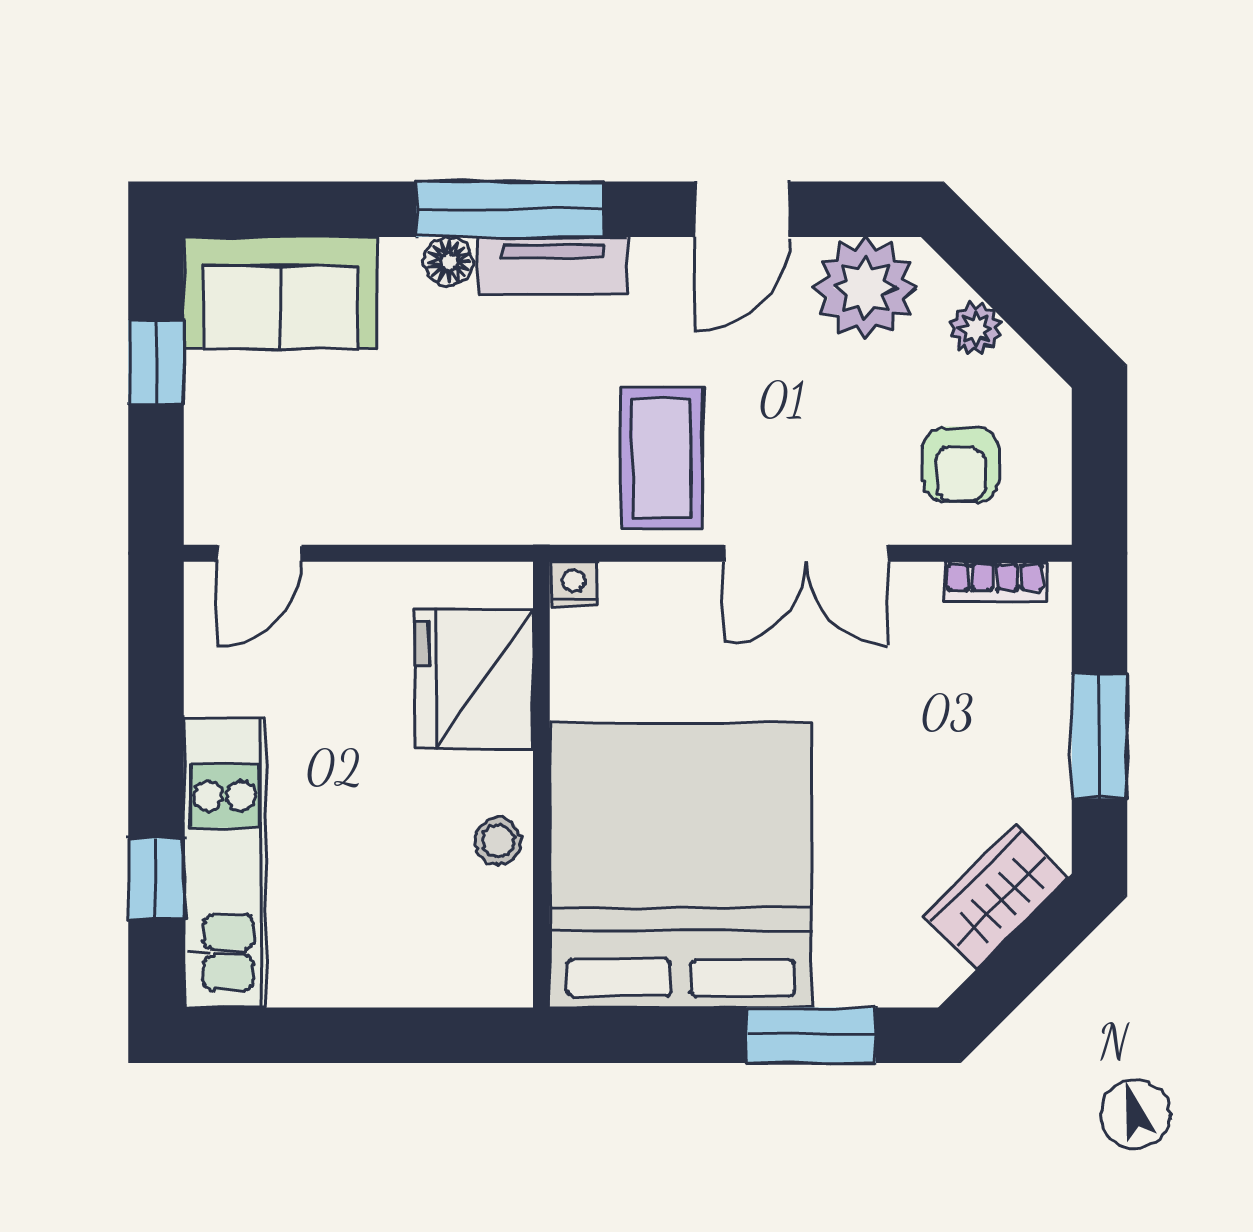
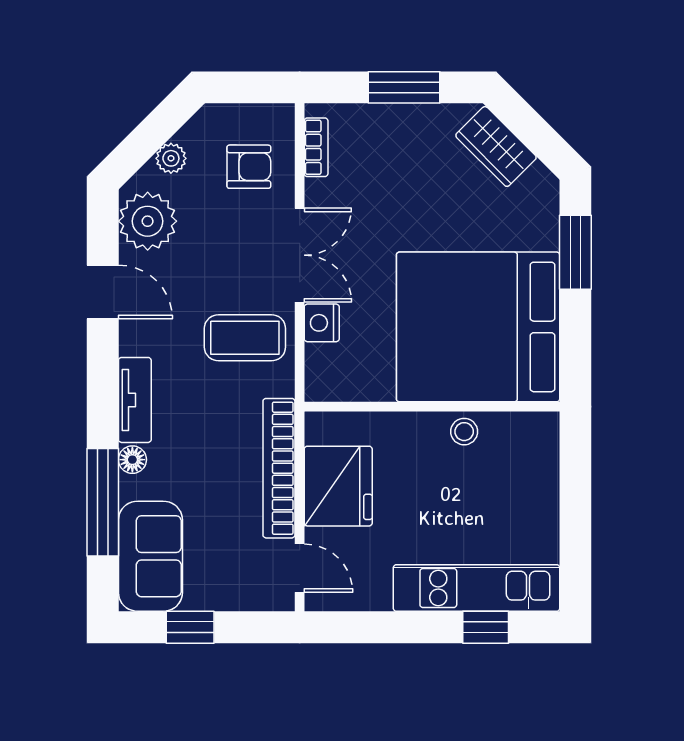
window: (510, 209) -> (103, 502), moved
bookcase: (434, 517) -> (279, 468), added
nightstand: (574, 584) -> (322, 323), moved, width x1.39, depth x1.35
fridge: (474, 679) -> (338, 486), moved, turned -90

